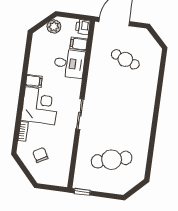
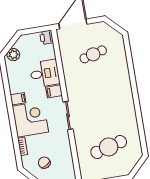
plant: (54, 26) -> (13, 55), moved
filing cabinet: (79, 44) -> (54, 91), moved
cafe table: (125, 59) -> (93, 54), turned -36

